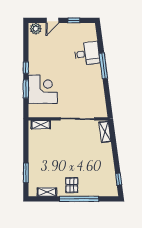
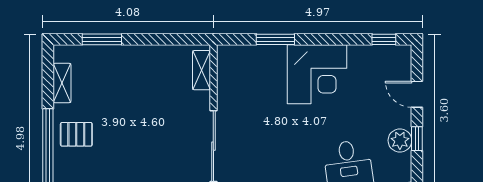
plant: (36, 29) -> (400, 140), moved
window: (26, 67) -> (384, 39), moved
corner desk: (43, 89) -> (317, 74), moved

